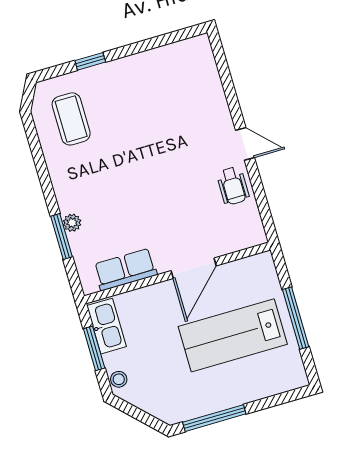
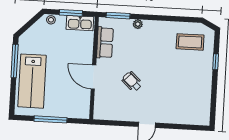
wheelchair: (233, 186) -> (132, 82), moved, turned 43
window: (62, 236) -> (118, 16), moved
lab bench: (233, 335) -> (32, 81), moved, turned 180

